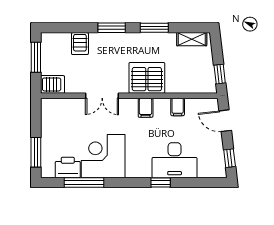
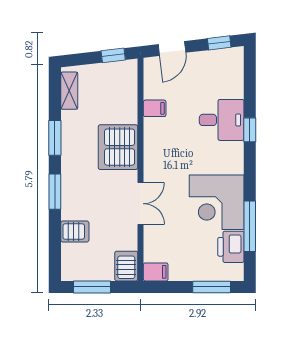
filing cabinet: (146, 108) -> (156, 272), moved
desk: (175, 160) -> (222, 120), width x0.73

